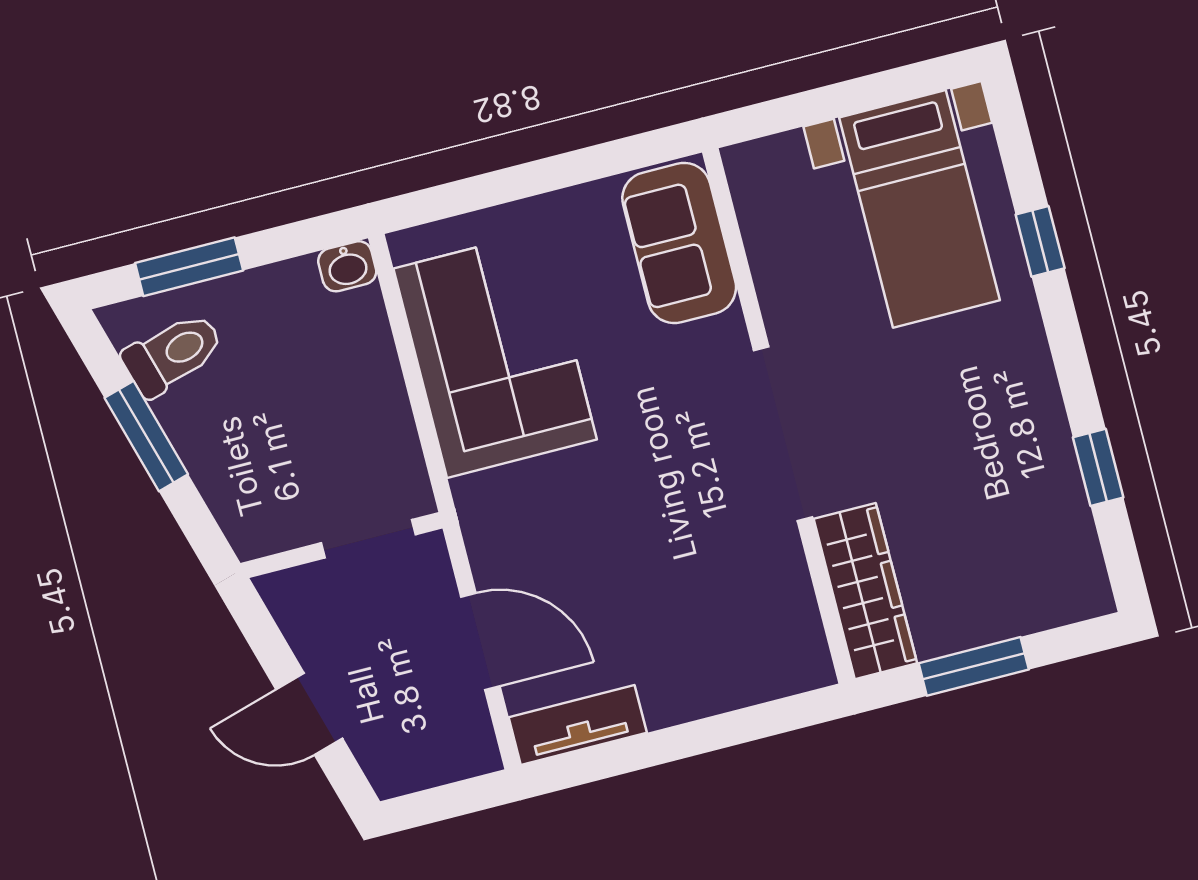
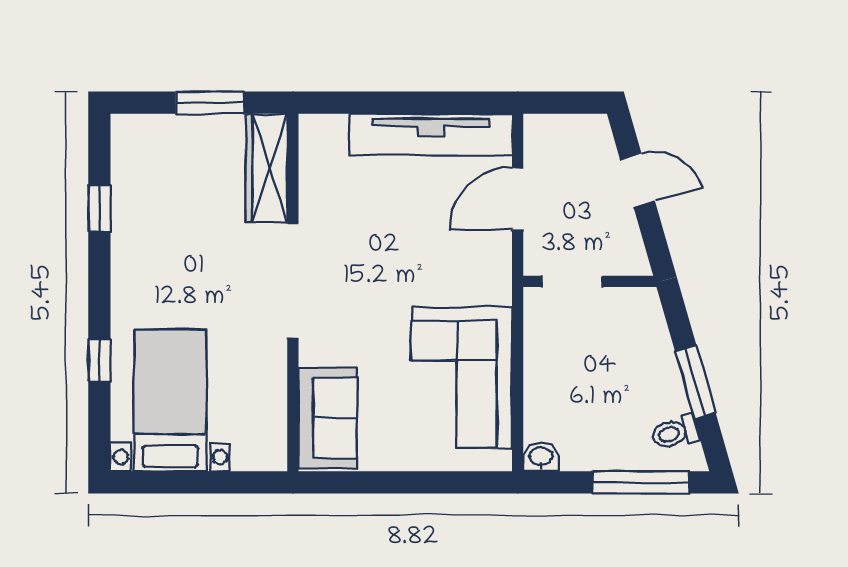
window: (189, 267) -> (641, 482), width x1.44
toilet: (173, 354) -> (675, 432), width x0.73, depth x0.72
door: (480, 641) -> (518, 199), hinge flipped
tv unit: (578, 725) -> (431, 135), width x1.92, depth x1.29

